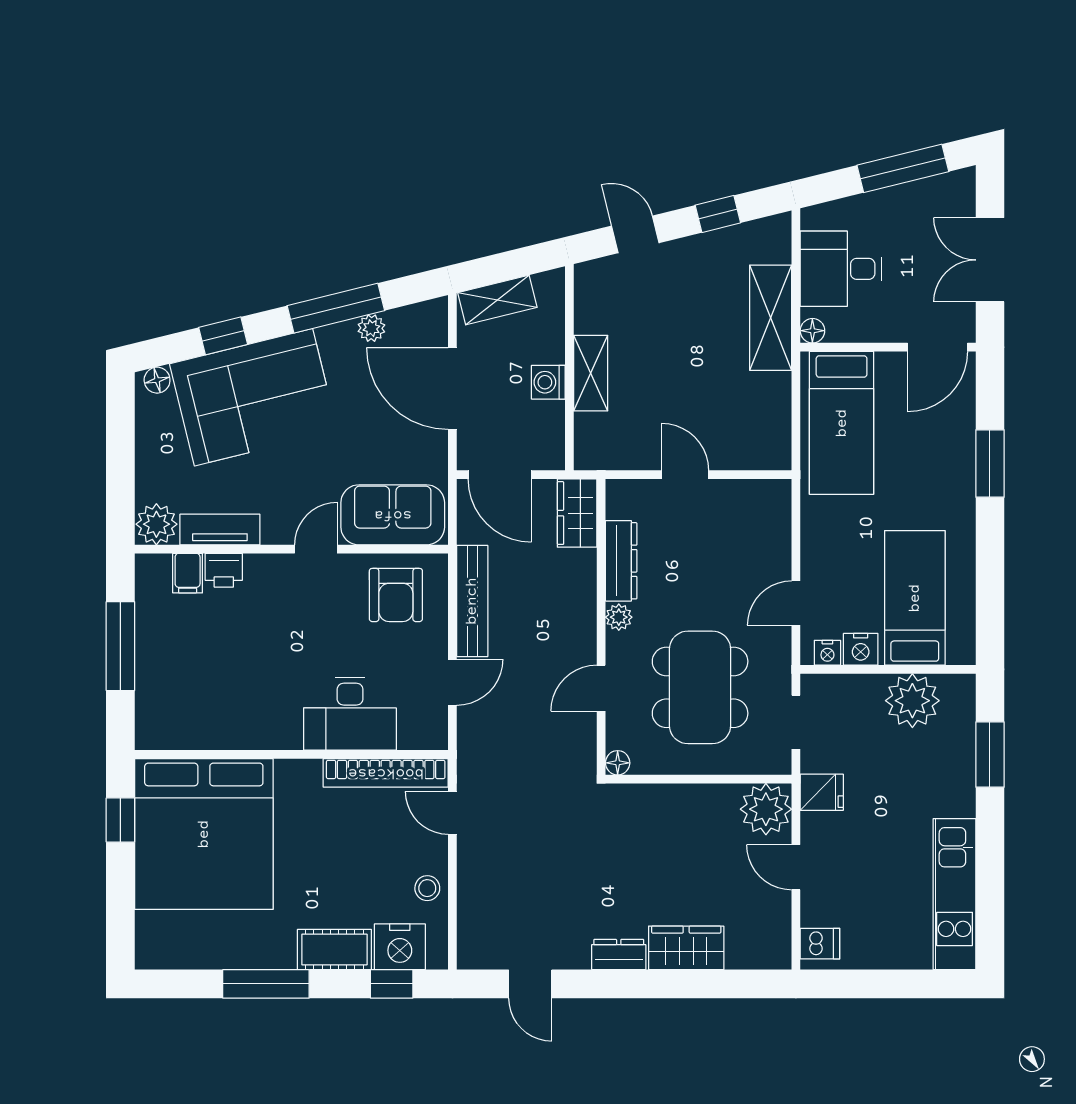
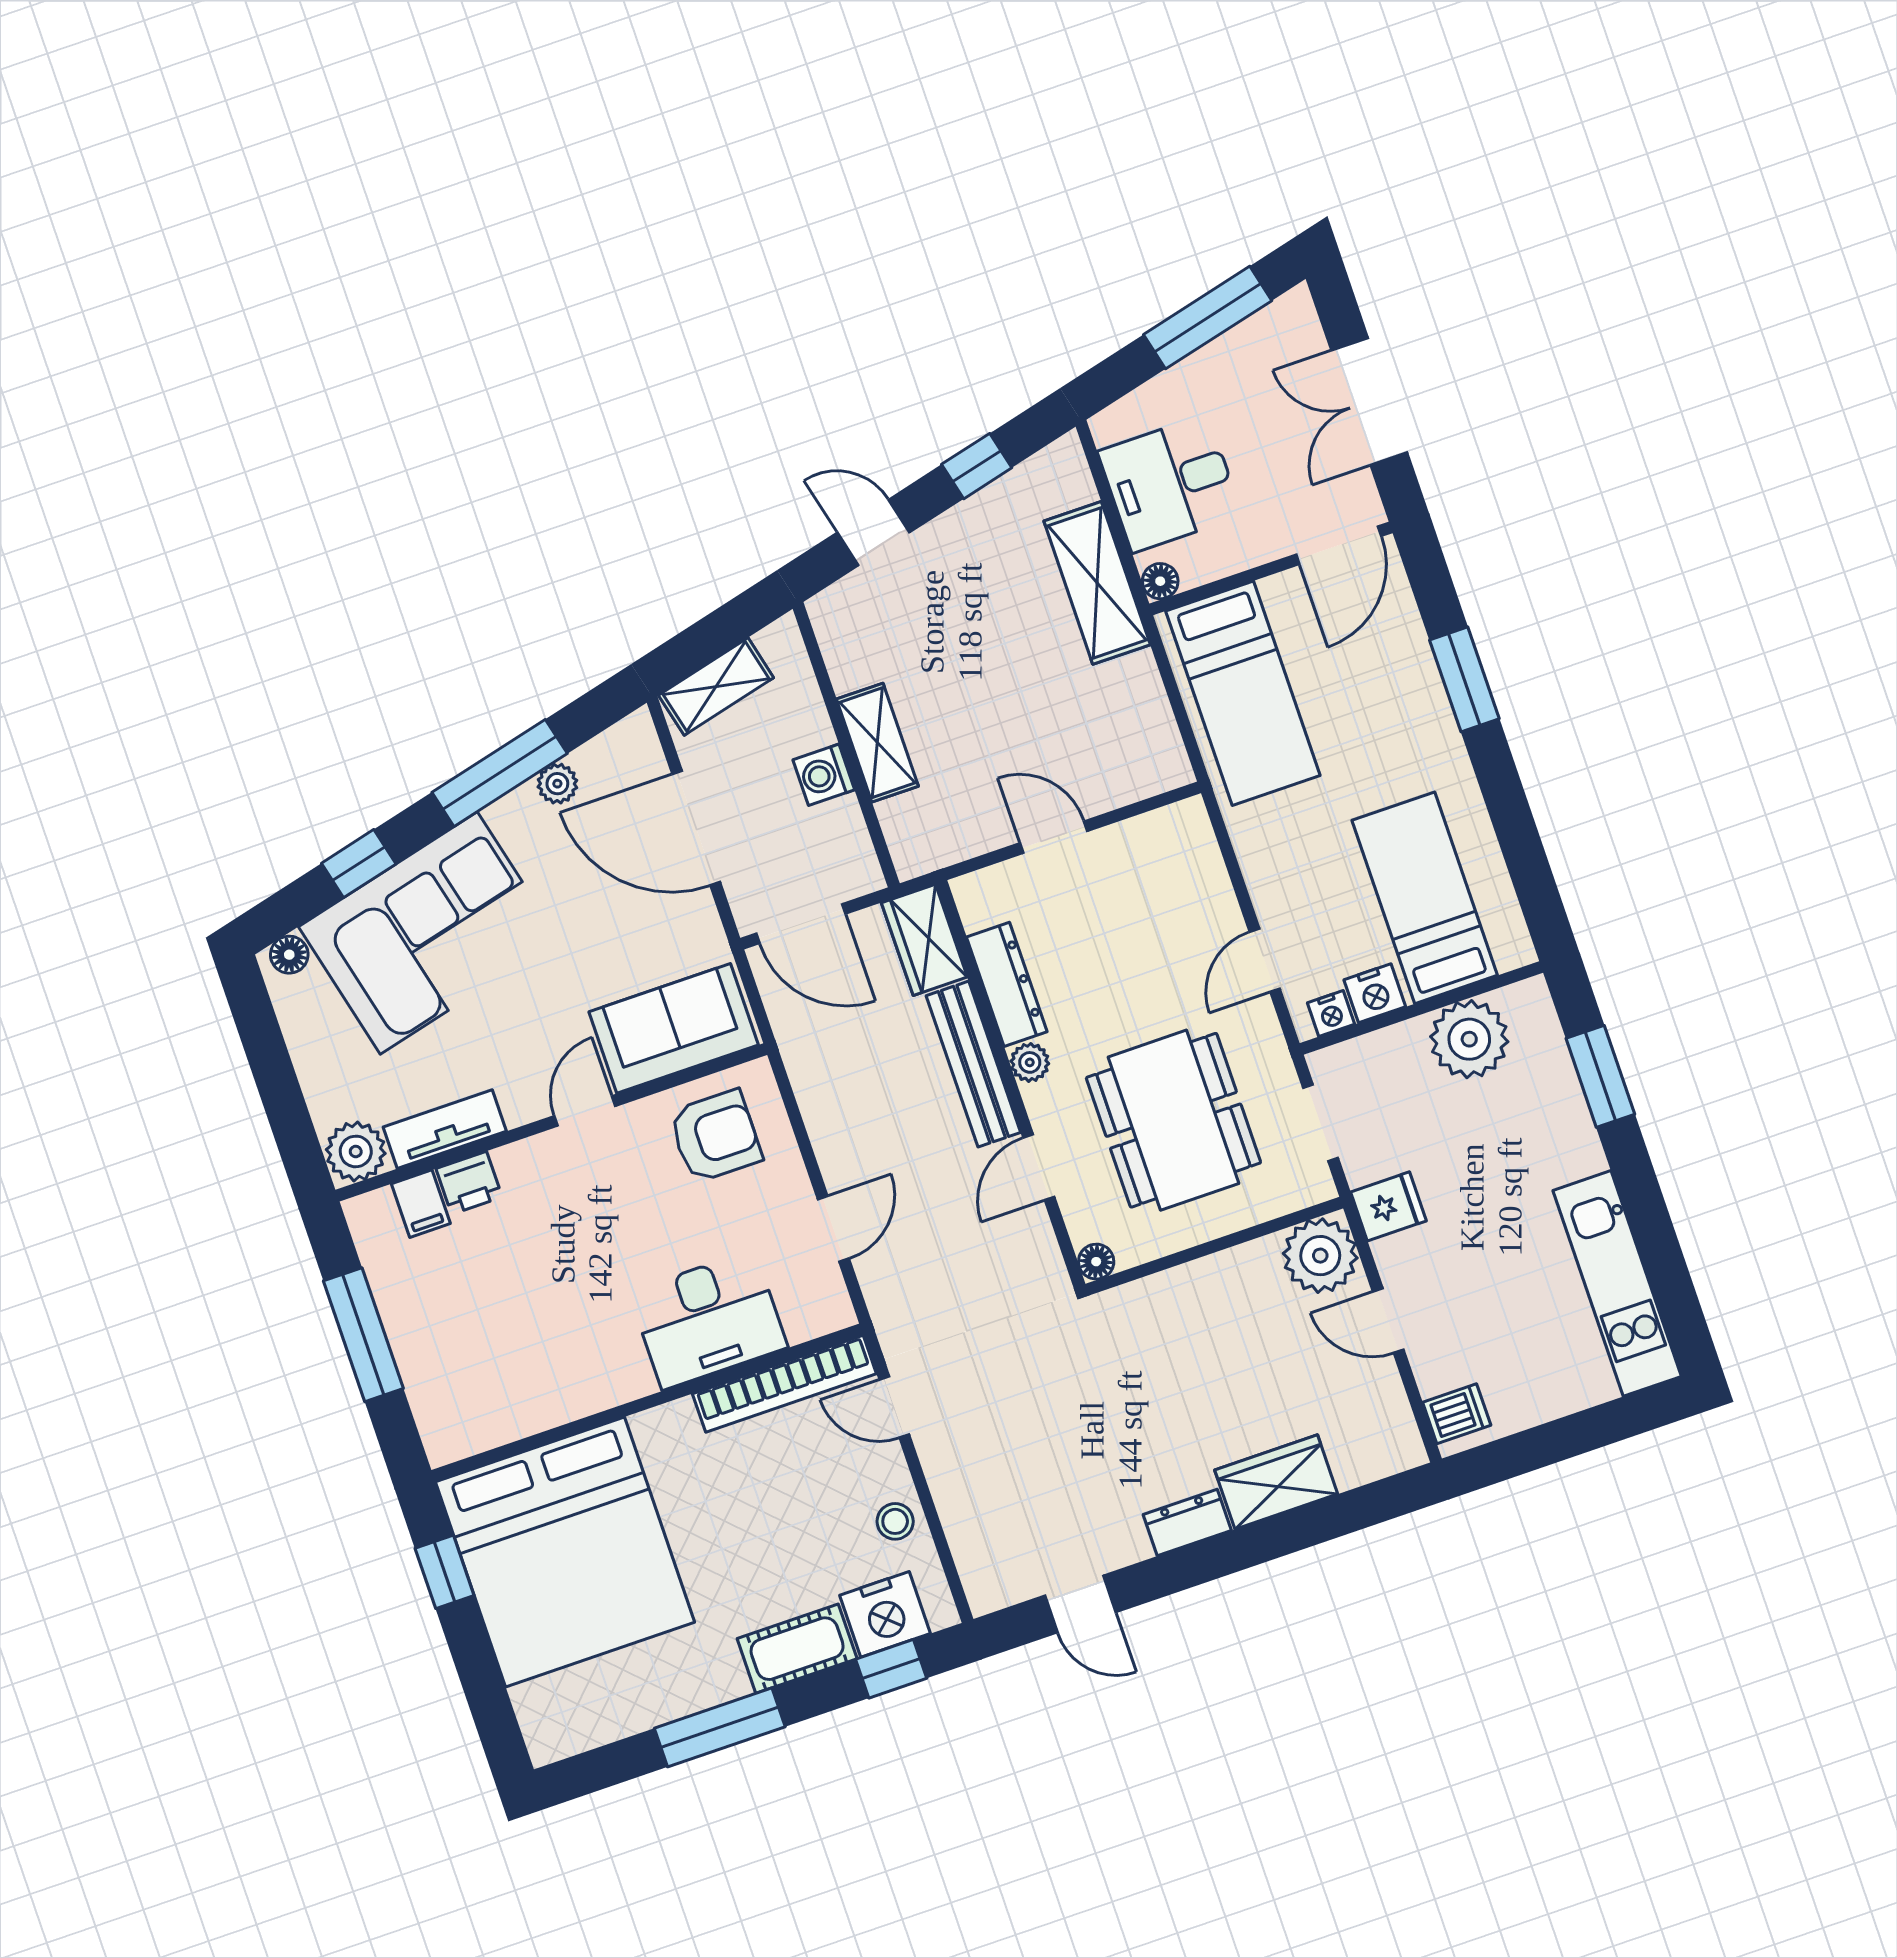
armchair: (396, 595) -> (715, 1136), turned -90
bench: (472, 601) -> (973, 1064), moved

